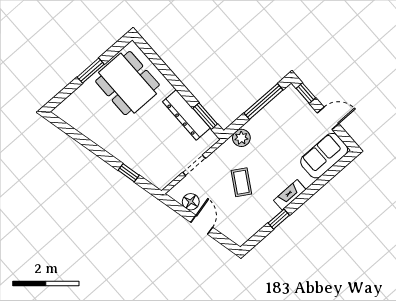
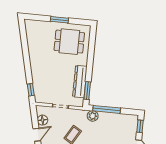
dining table: (127, 83) -> (69, 42), width x0.73
window: (263, 101) -> (107, 109), moved
window: (129, 173) -> (31, 90), moved

